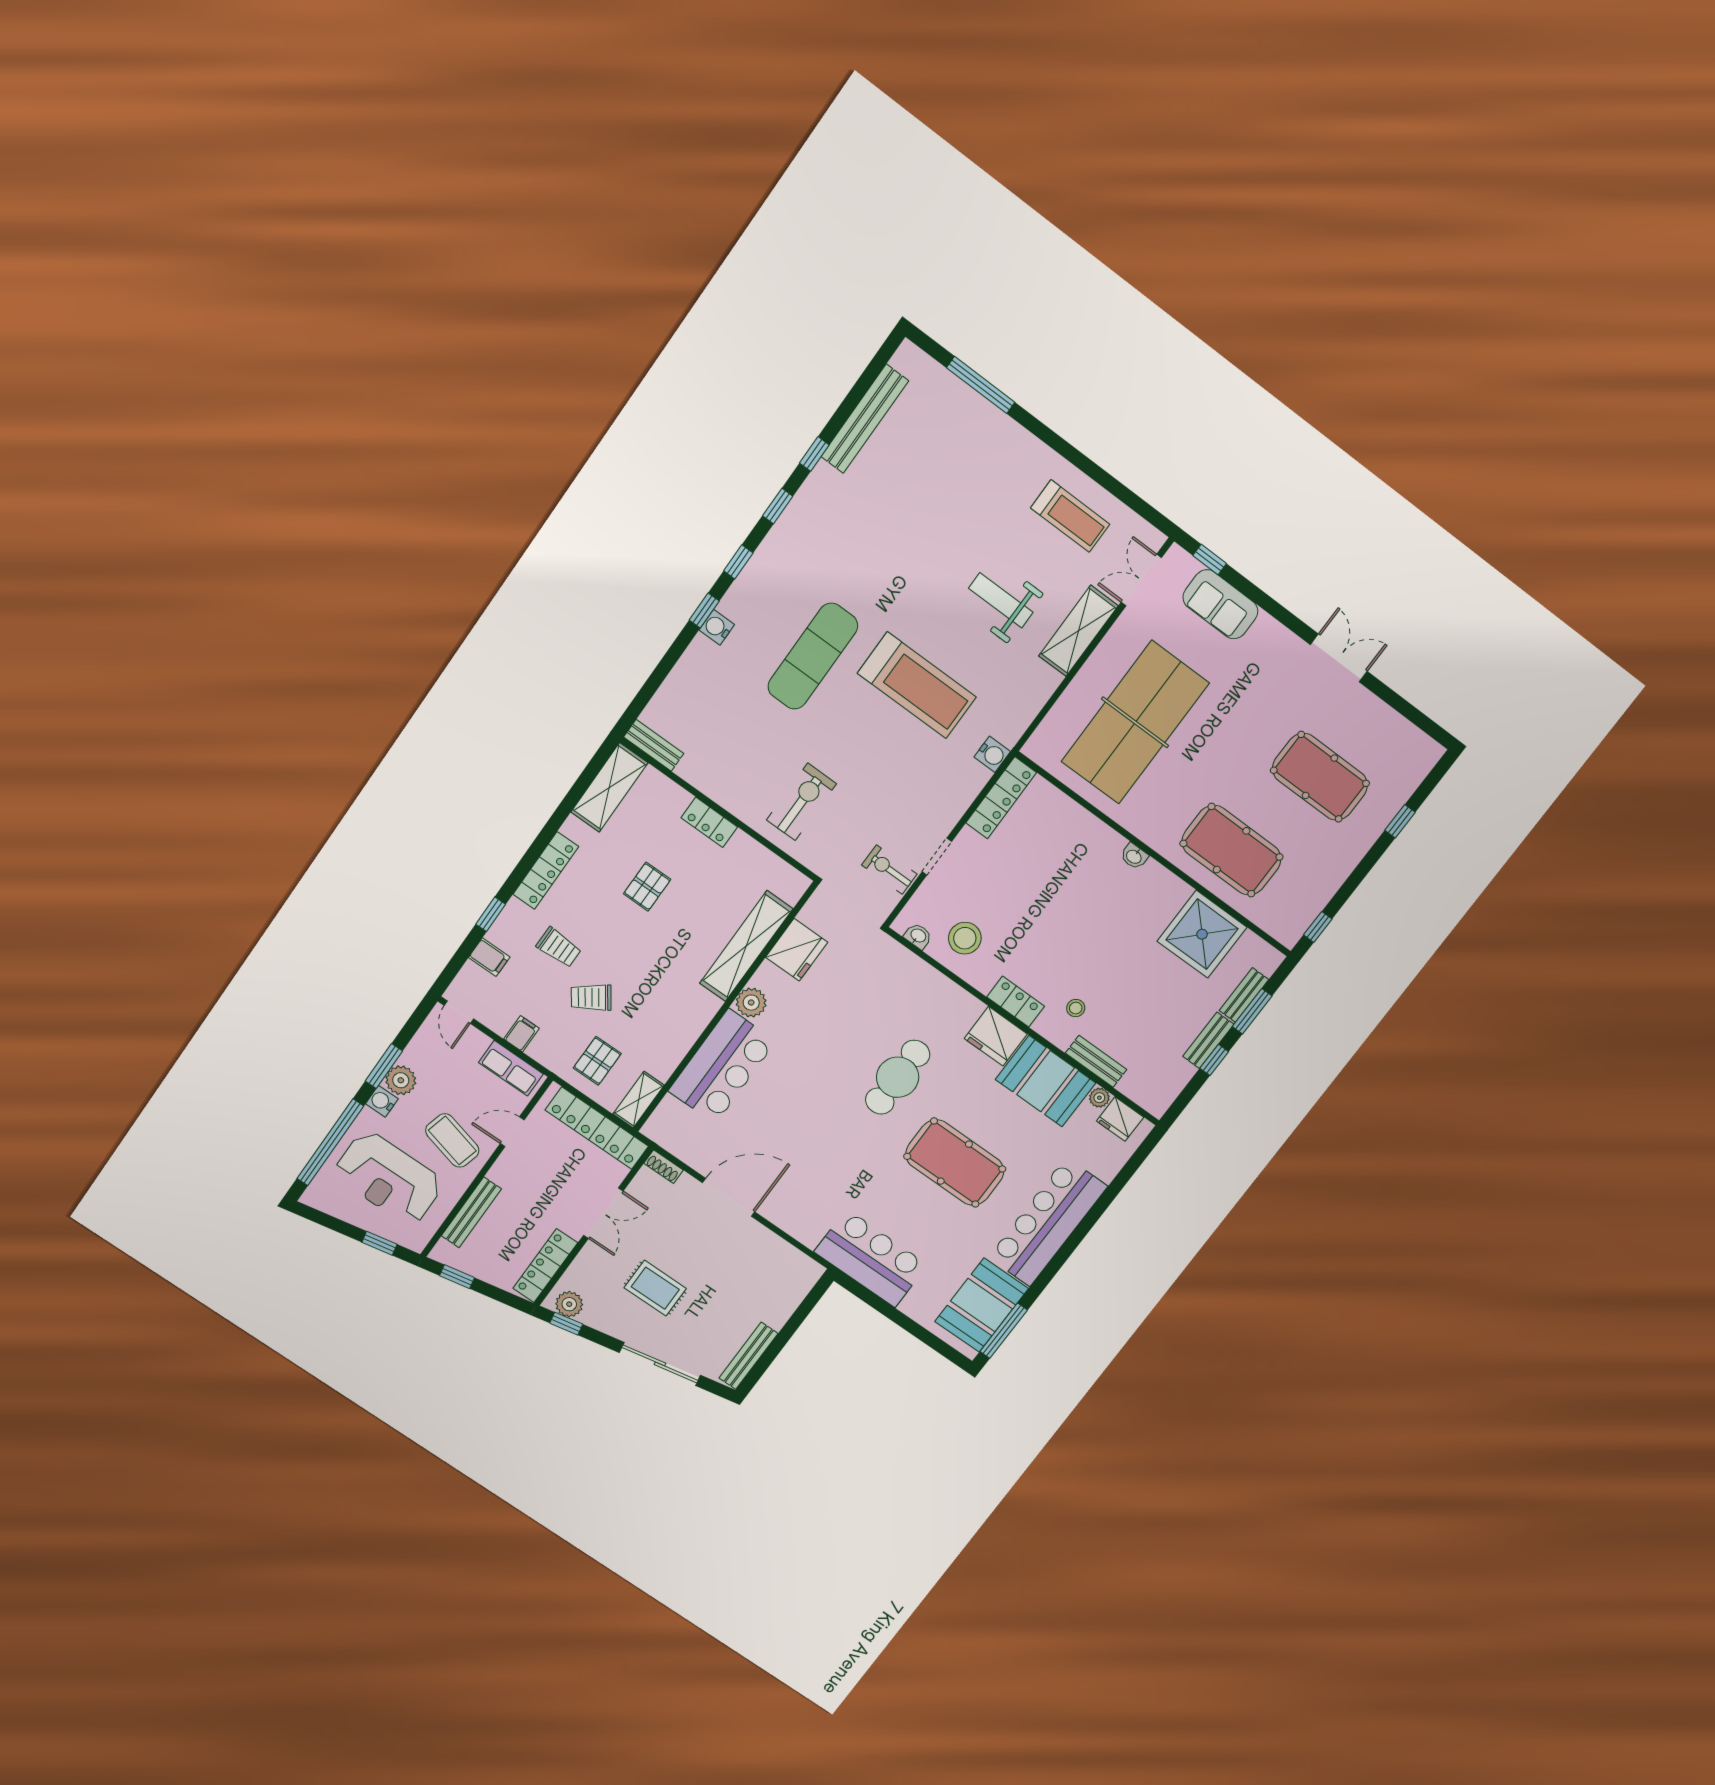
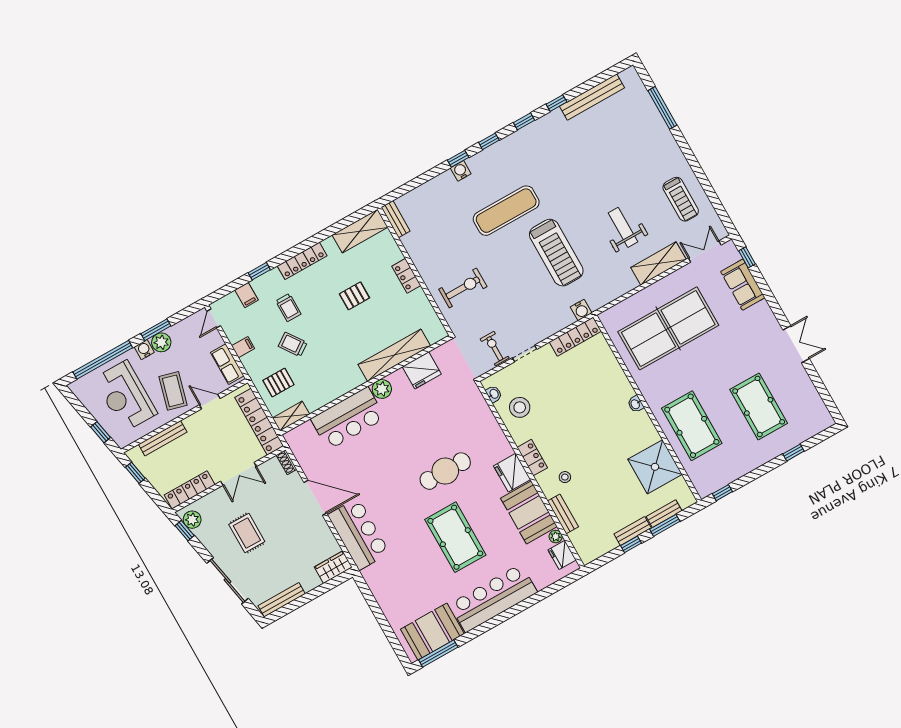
bar counter: (871, 1258) -> (359, 534), moved
wardrobe: (800, 1280) -> (333, 567), added

